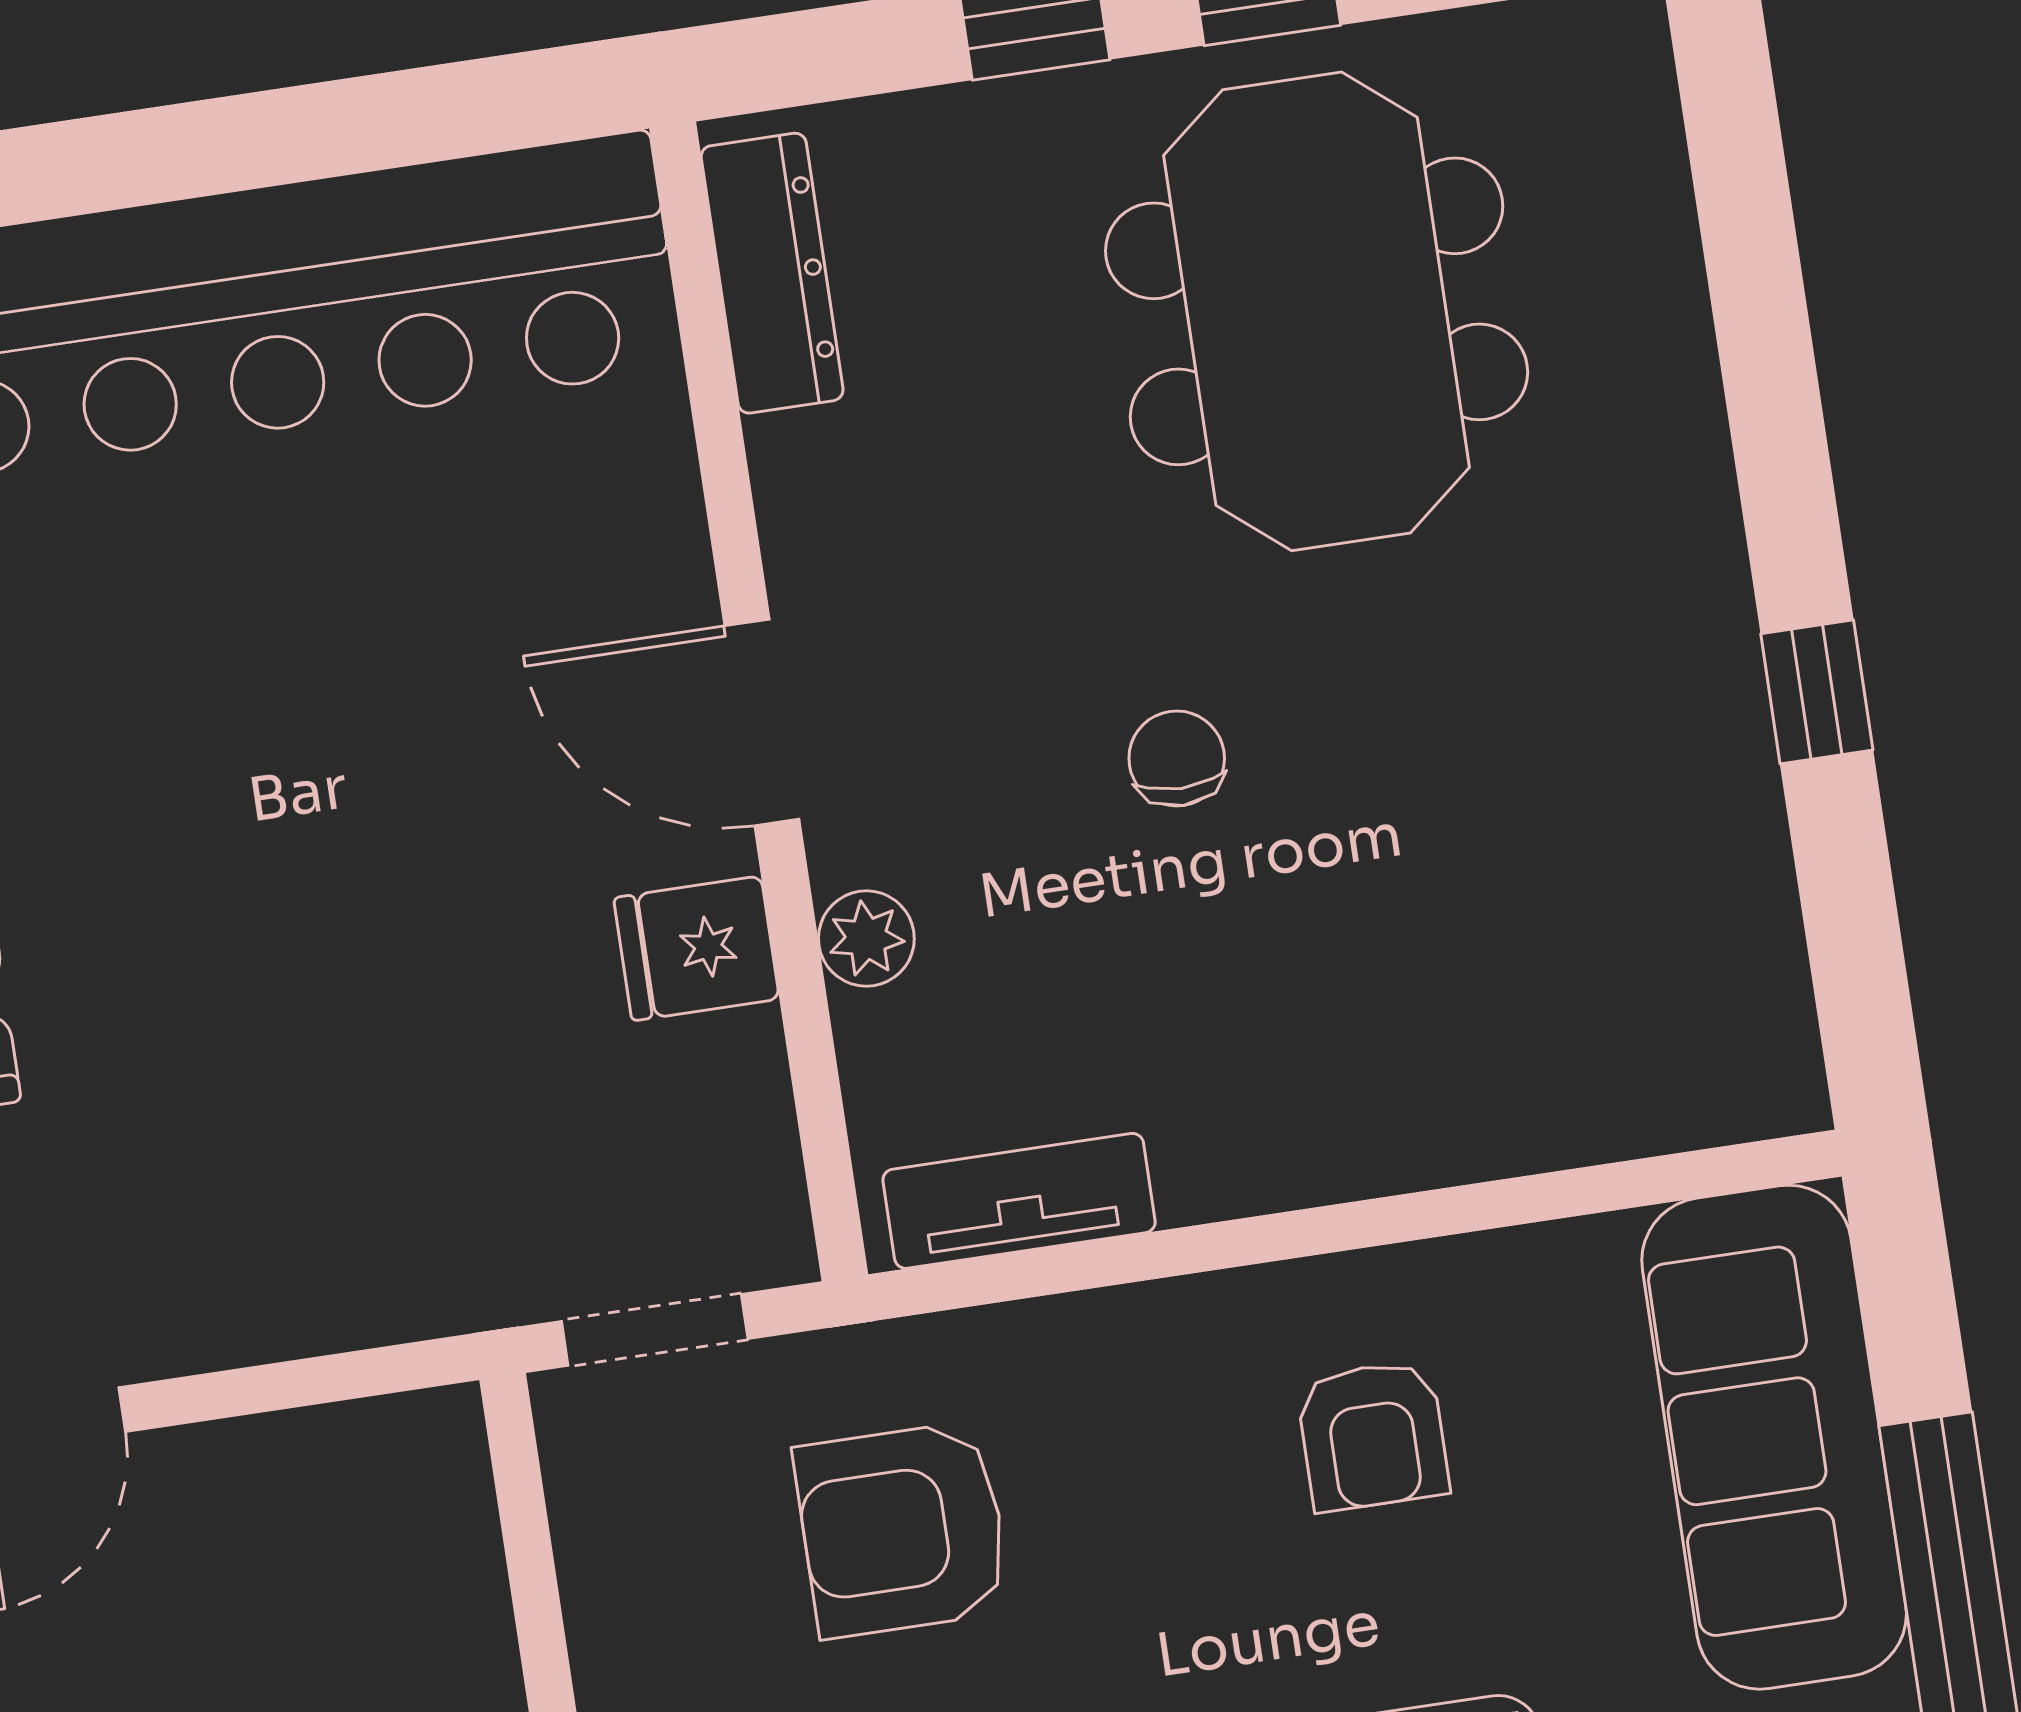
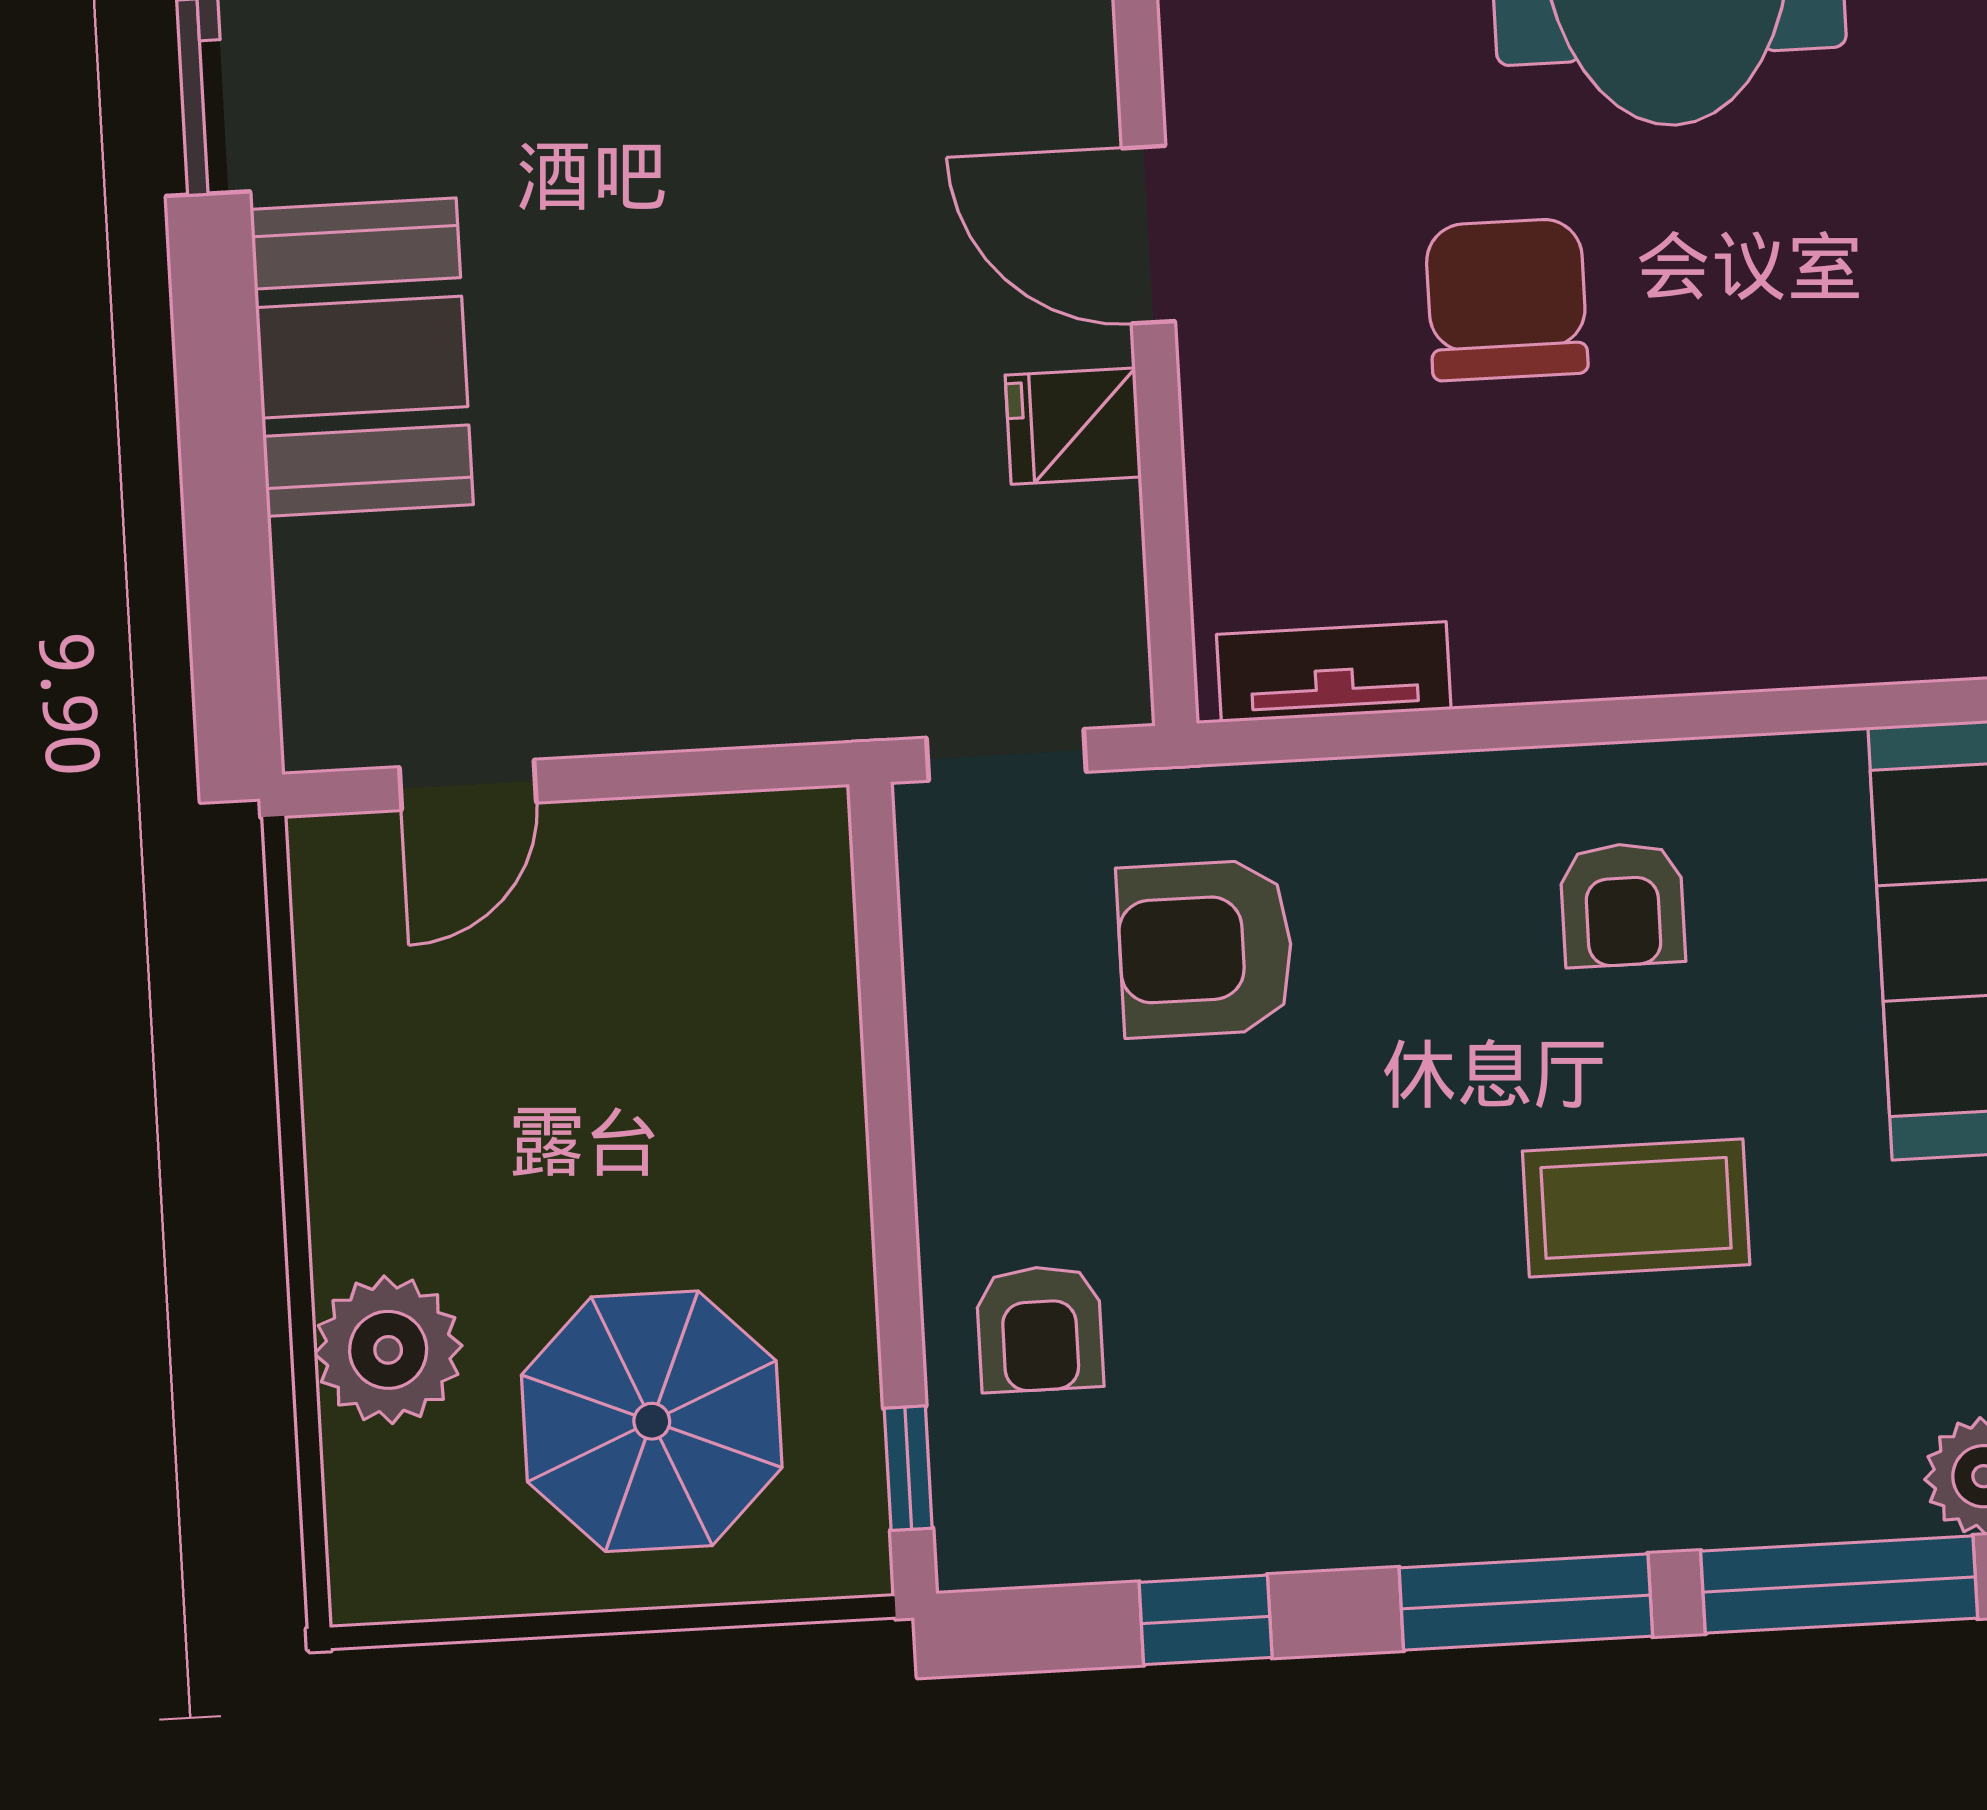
chair: (1177, 758) -> (1507, 299), width x1.87, depth x1.87
plant: (866, 939) -> (1222, 431), removed

